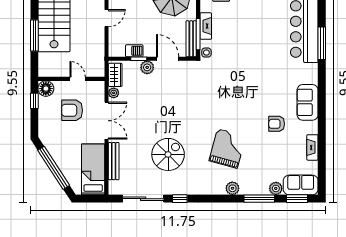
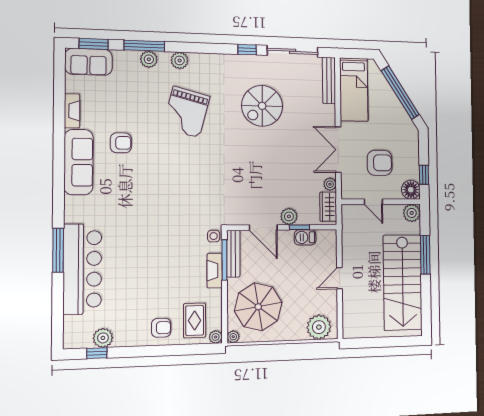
plant: (45, 70) -> (412, 213), added
sofa: (308, 102) -> (78, 162), width x1.36
bench: (114, 161) -> (329, 80), moved
plant: (276, 188) -> (149, 59), moved

